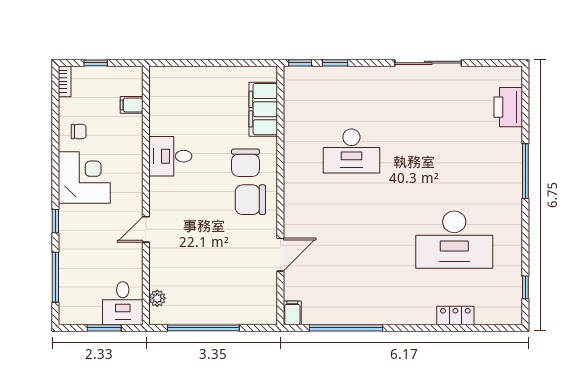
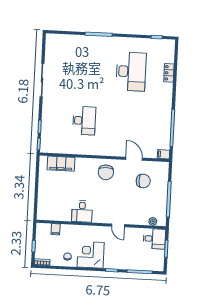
printer: (508, 107) -> (66, 41), removed
chair: (245, 163) -> (143, 181), moved

